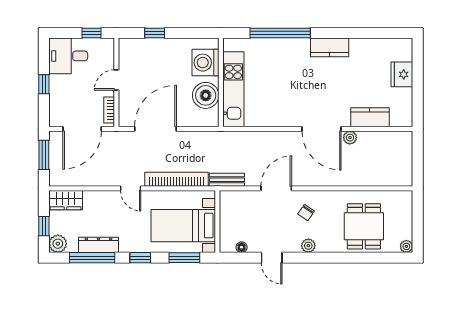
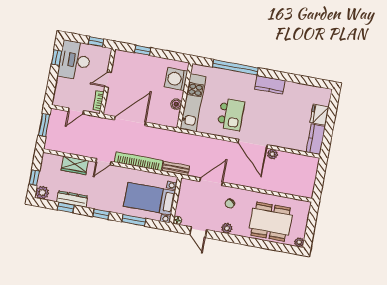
desk: (68, 56) -> (75, 60), width x1.37
window: (44, 84) -> (57, 58), moved
boiler: (206, 95) -> (176, 104), width x0.54, depth x0.54
kitchen island: (286, 96) -> (231, 114), added
kitchen counter: (370, 117) -> (316, 139), moved, turned -90
door: (82, 129) -> (76, 111), width x0.53
door: (131, 188) -> (104, 162), hinge flipped
wardrobe: (66, 200) -> (75, 165), moved
wall: (217, 222) -> (175, 200), moved
bed with nightstands: (183, 226) -> (150, 199), moved
dining table: (364, 226) -> (271, 222), width x1.38
window: (92, 258) -> (66, 208), width x0.46

